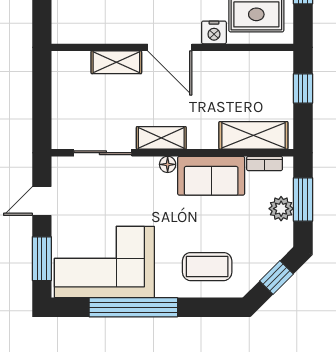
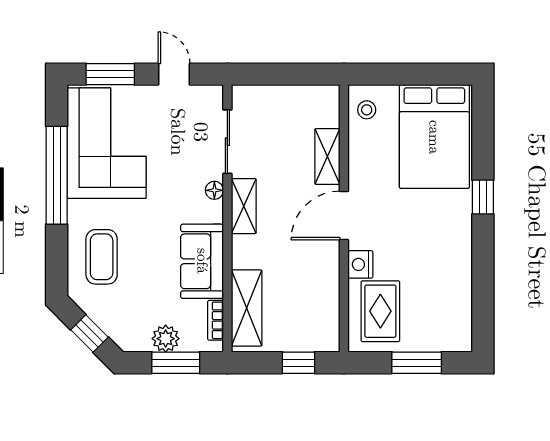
stool: (74, 27) -> (367, 110), added
floor lamp: (168, 164) -> (214, 190), moved

